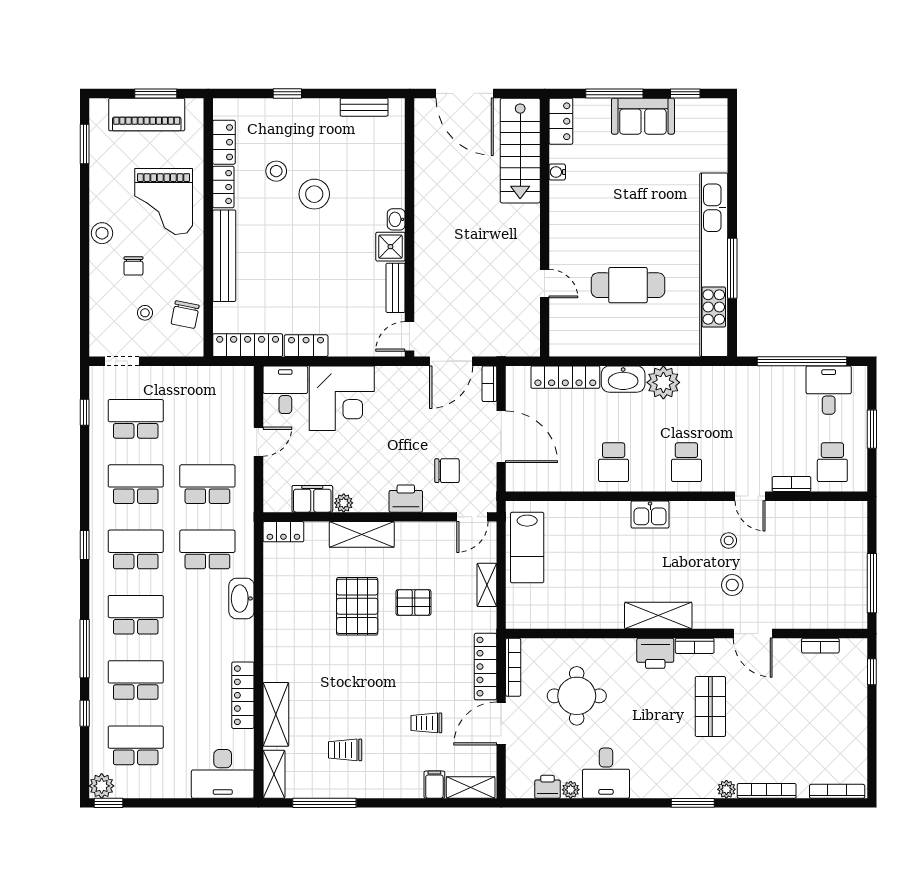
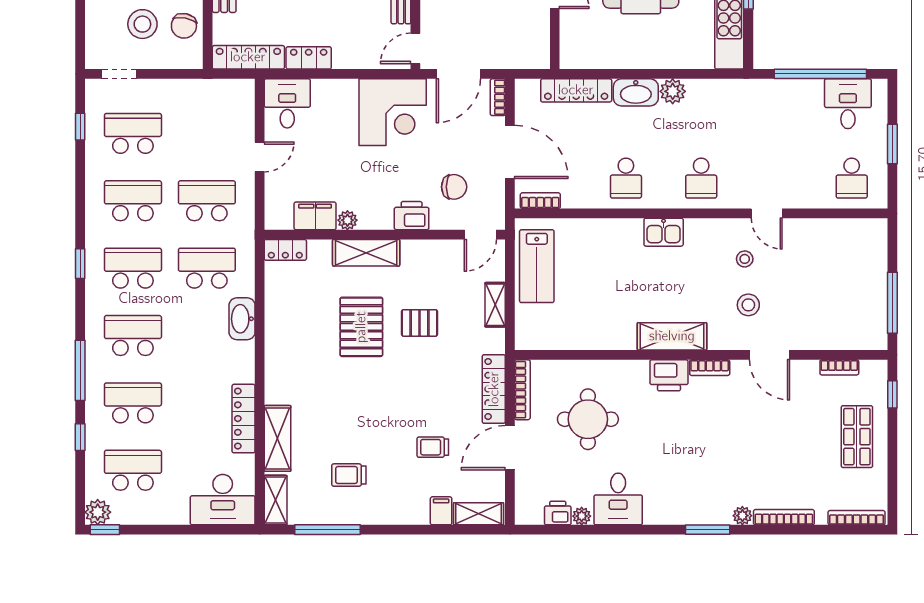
stool: (145, 313) -> (142, 24), width x1.89, depth x1.89
plant: (663, 382) -> (673, 91), width x0.73, depth x0.73
corner desk: (342, 398) -> (393, 112), moved
bookcase: (792, 484) -> (540, 201), moved
shop shelf: (710, 707) -> (857, 437), moved

